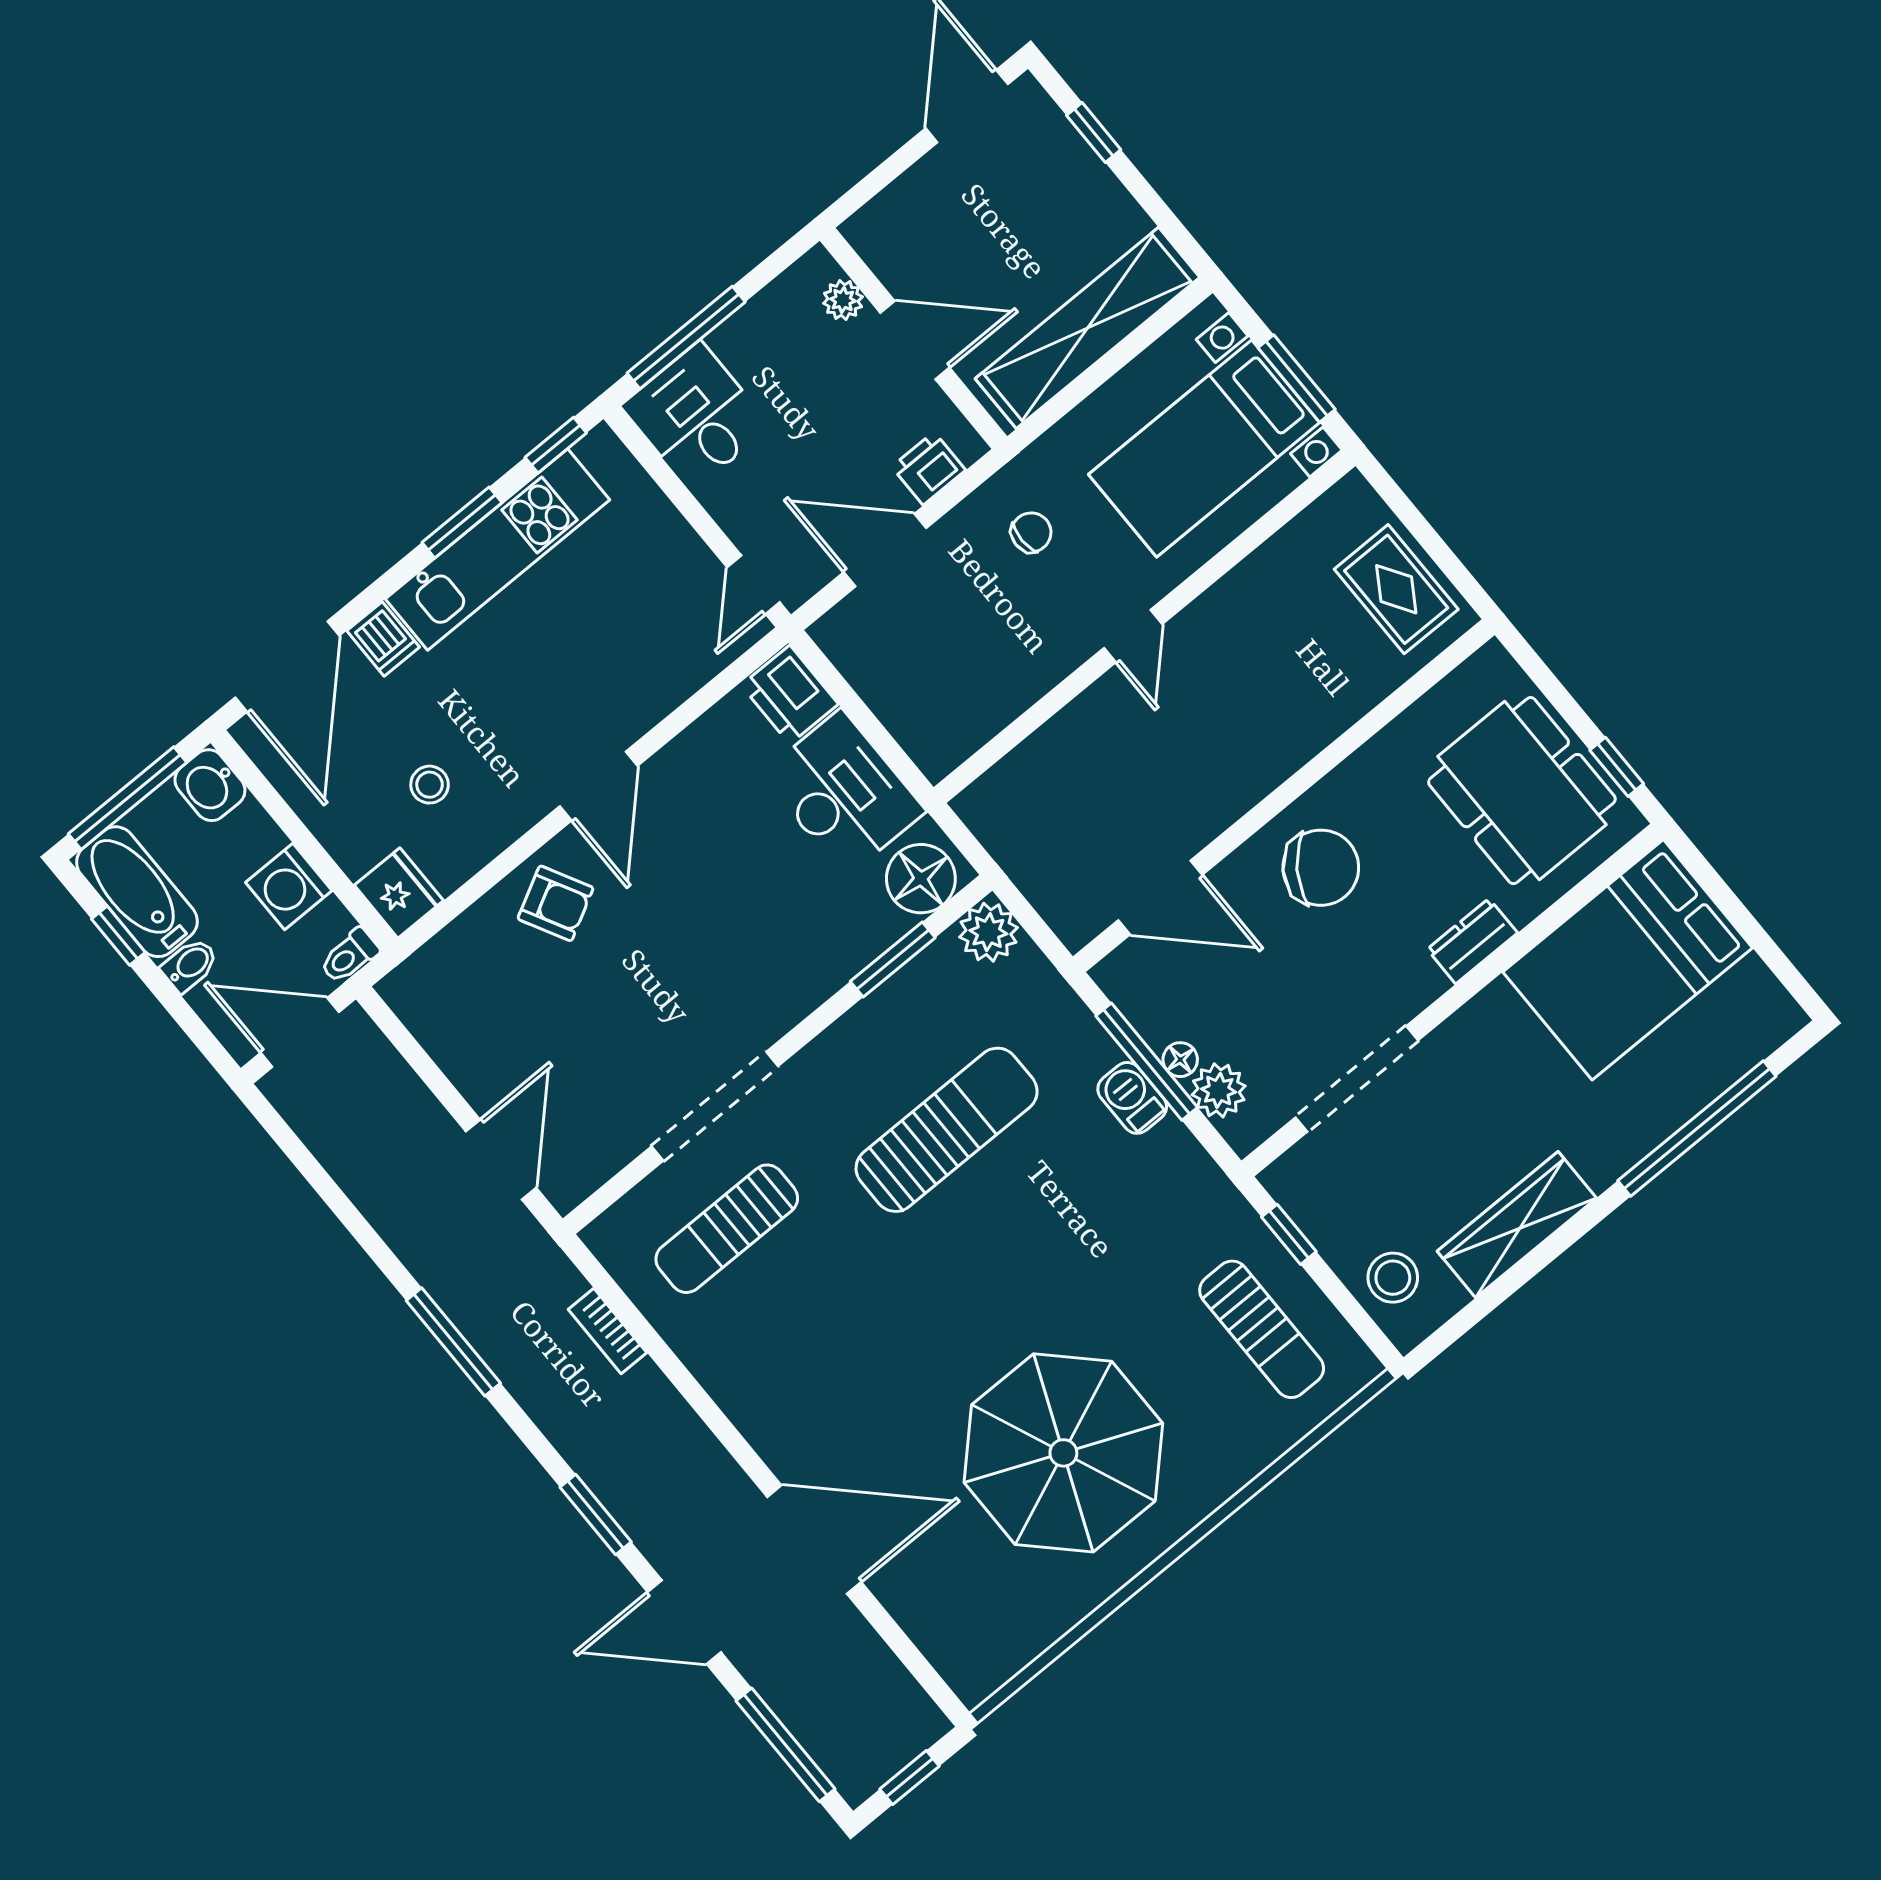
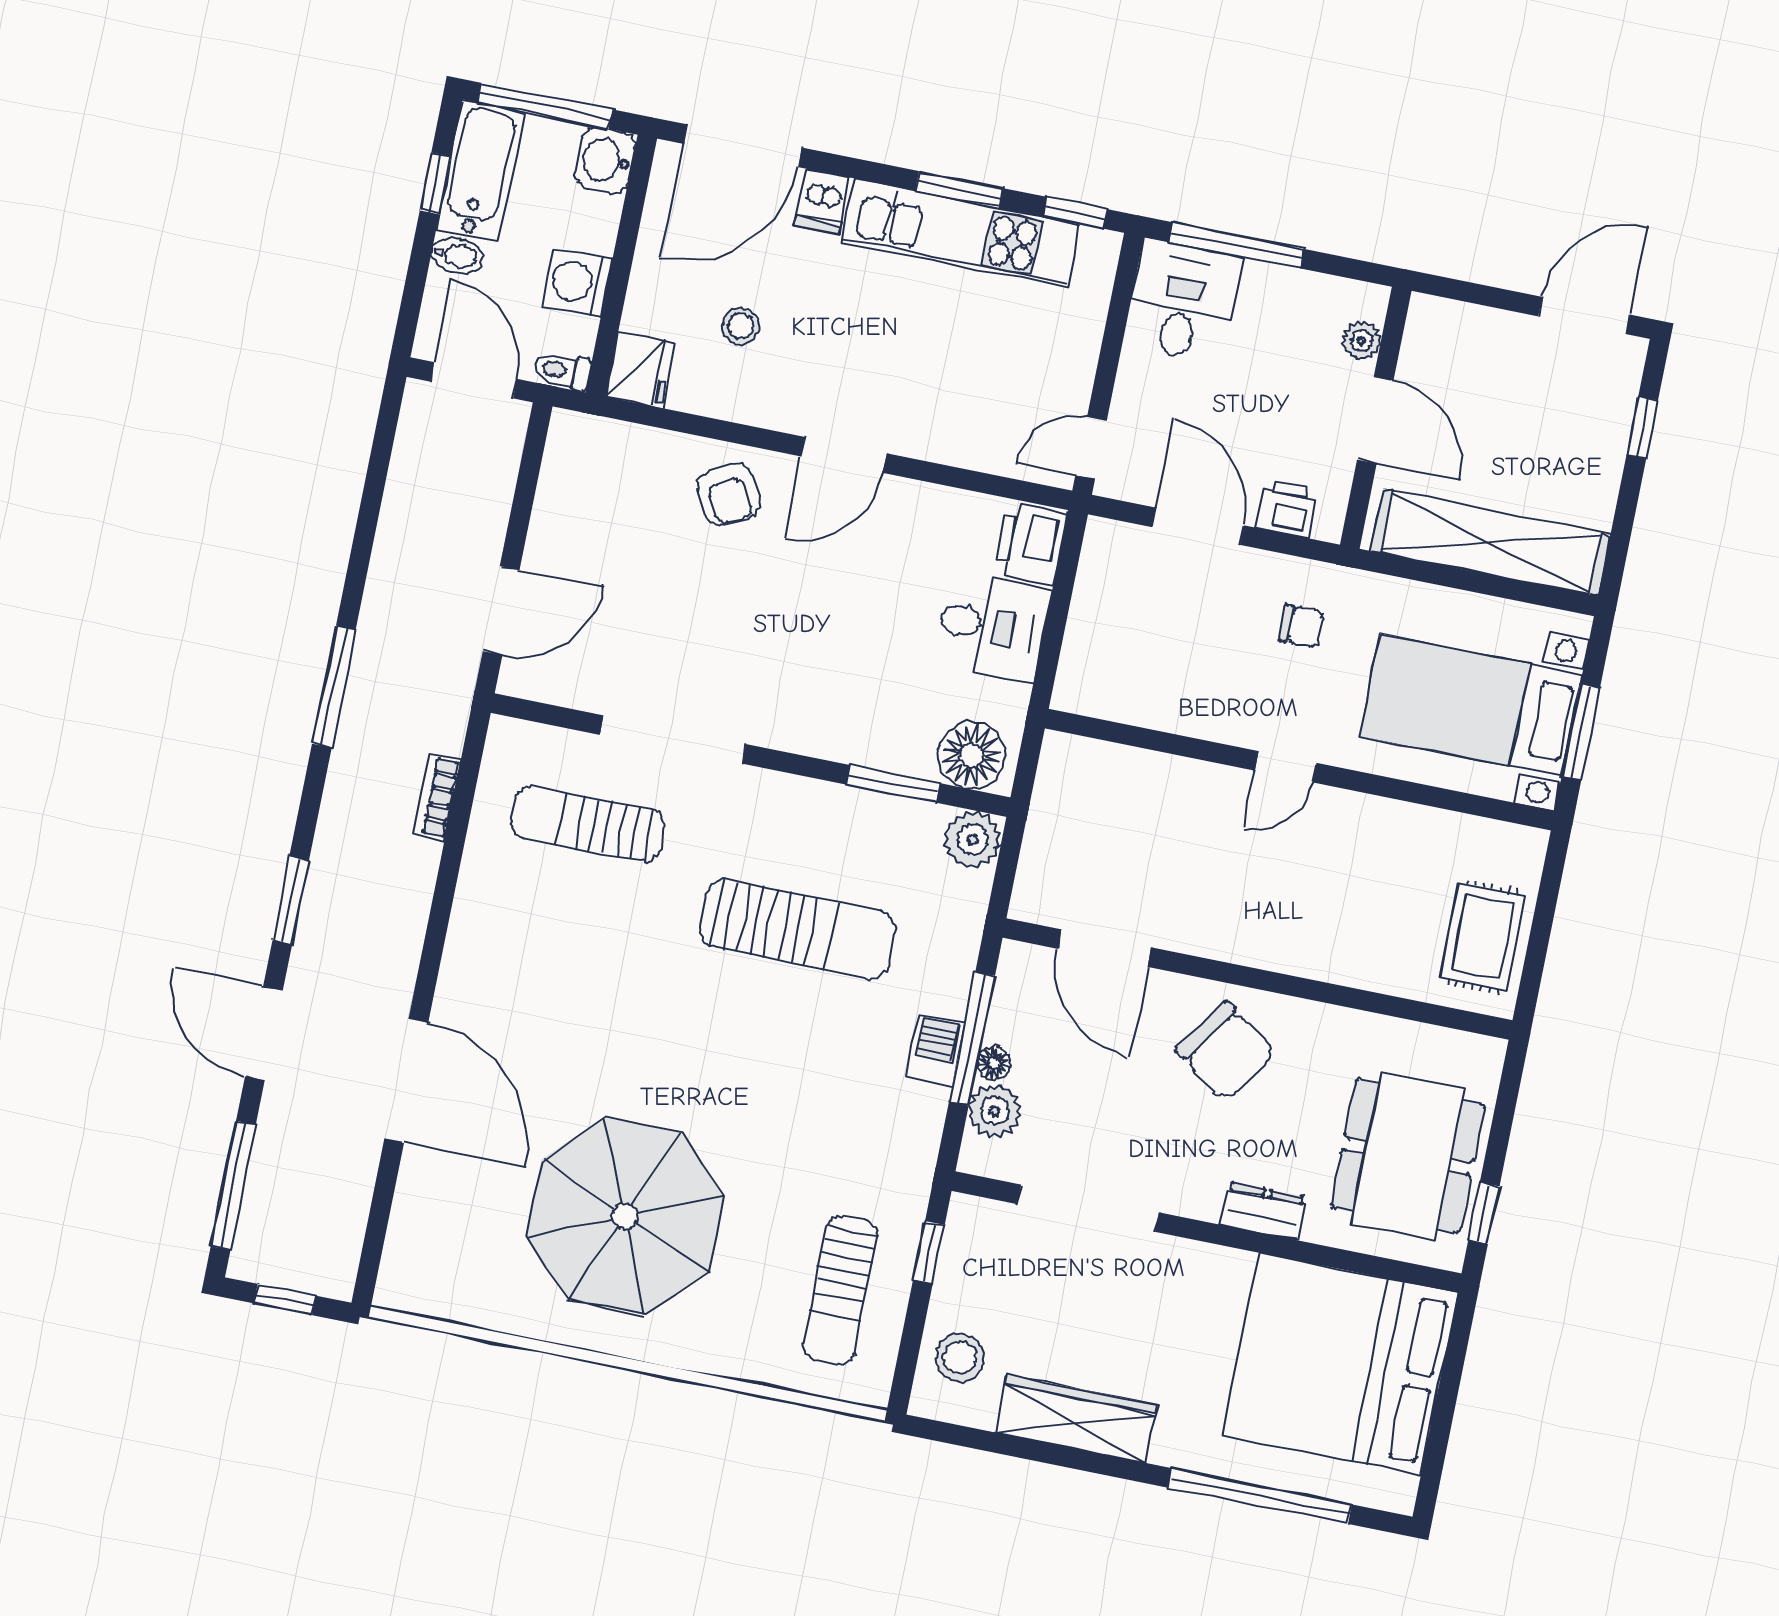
desk: (843, 793) -> (992, 627), width x0.73
bed: (1628, 960) -> (1340, 1364), width x1.36

